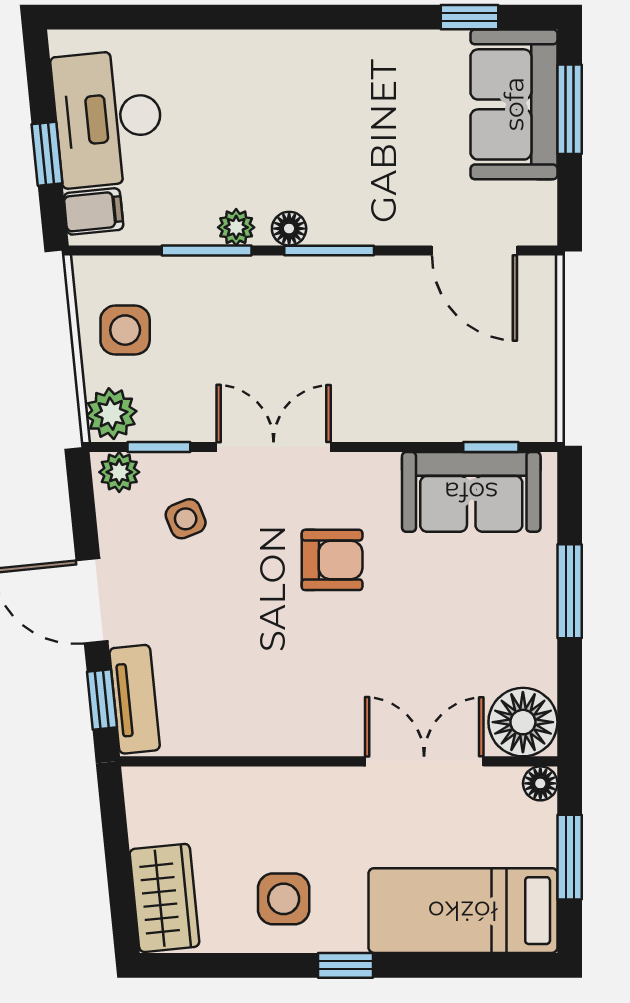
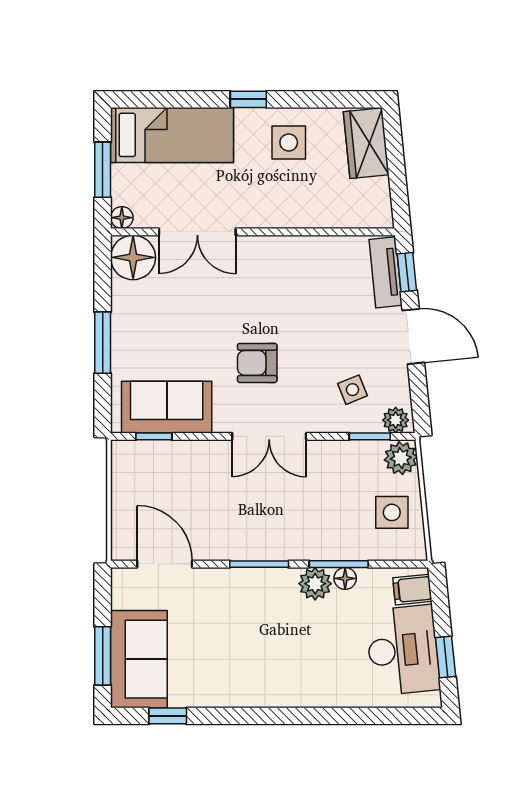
window: (47, 154) -> (446, 657), moved
plant: (236, 227) -> (315, 584), width x1.38, depth x1.38
floor lamp: (289, 229) -> (345, 578), moved
double door: (274, 447) -> (269, 436), moved

